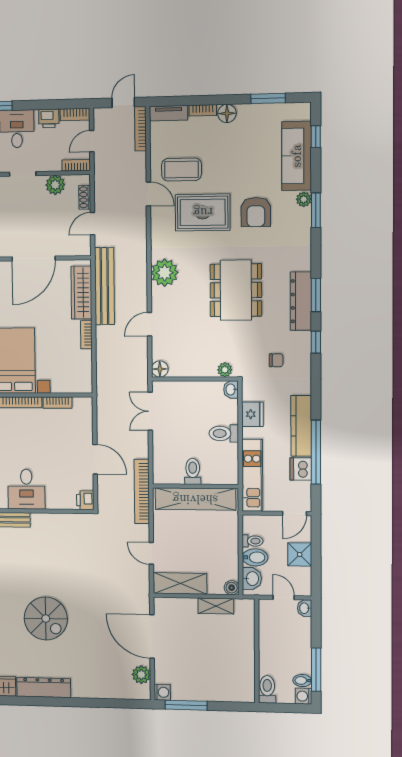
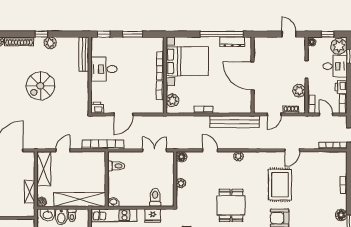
tv unit: (169, 113) -> (342, 164), removed
floor lamp: (227, 113) -> (341, 215), moved
coffee table: (181, 170) -> (307, 171), removed
door: (93, 224) -> (274, 114), swing flipped
plant: (165, 273) -> (238, 156), width x0.53, depth x0.53
dining table: (236, 290) -> (231, 205), width x0.73
wardrobe: (81, 293) -> (230, 107), removed
plant: (225, 370) -> (181, 183), moved
plant: (72, 384) -> (172, 100), added
washbasin: (231, 389) -> (113, 202), moved
toilet: (224, 433) -> (155, 197), moved
toilet: (193, 471) -> (116, 166), moved
shelving: (195, 499) -> (80, 200), moved, turned 90
spiral stairs: (46, 618) -> (40, 86), moved

